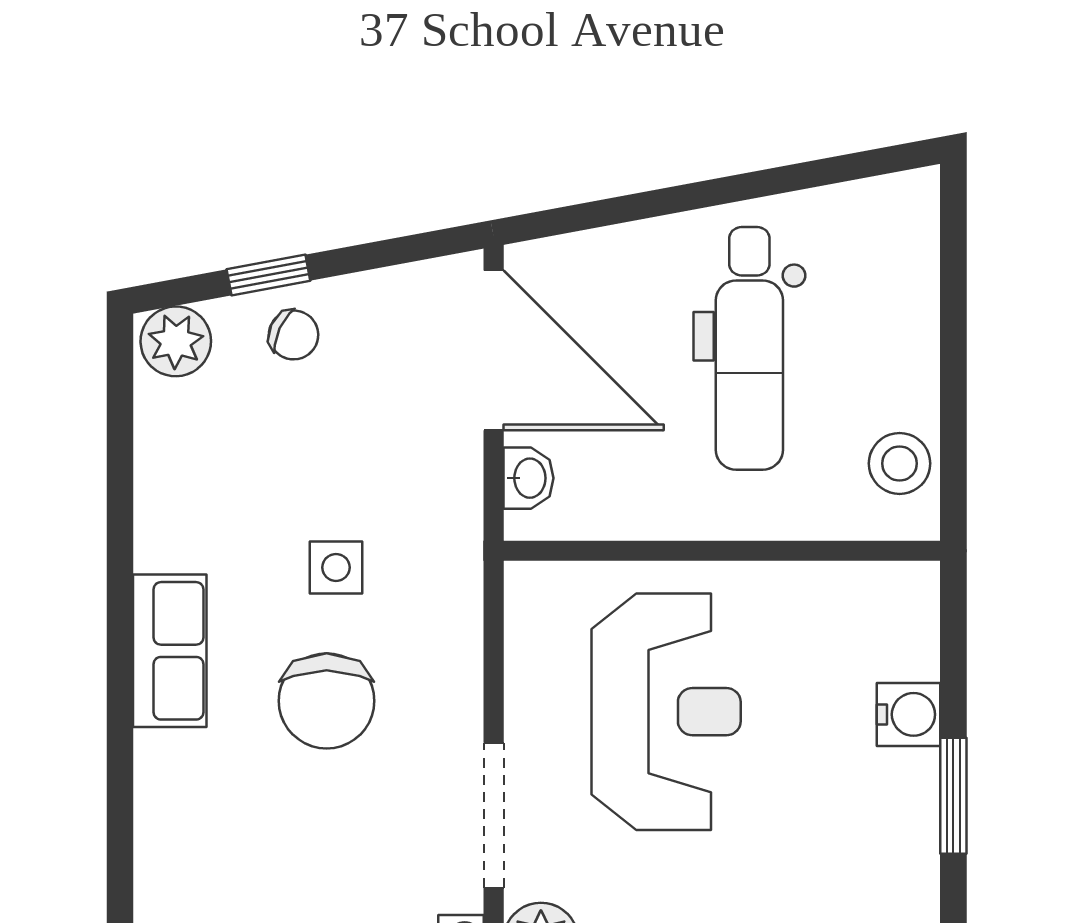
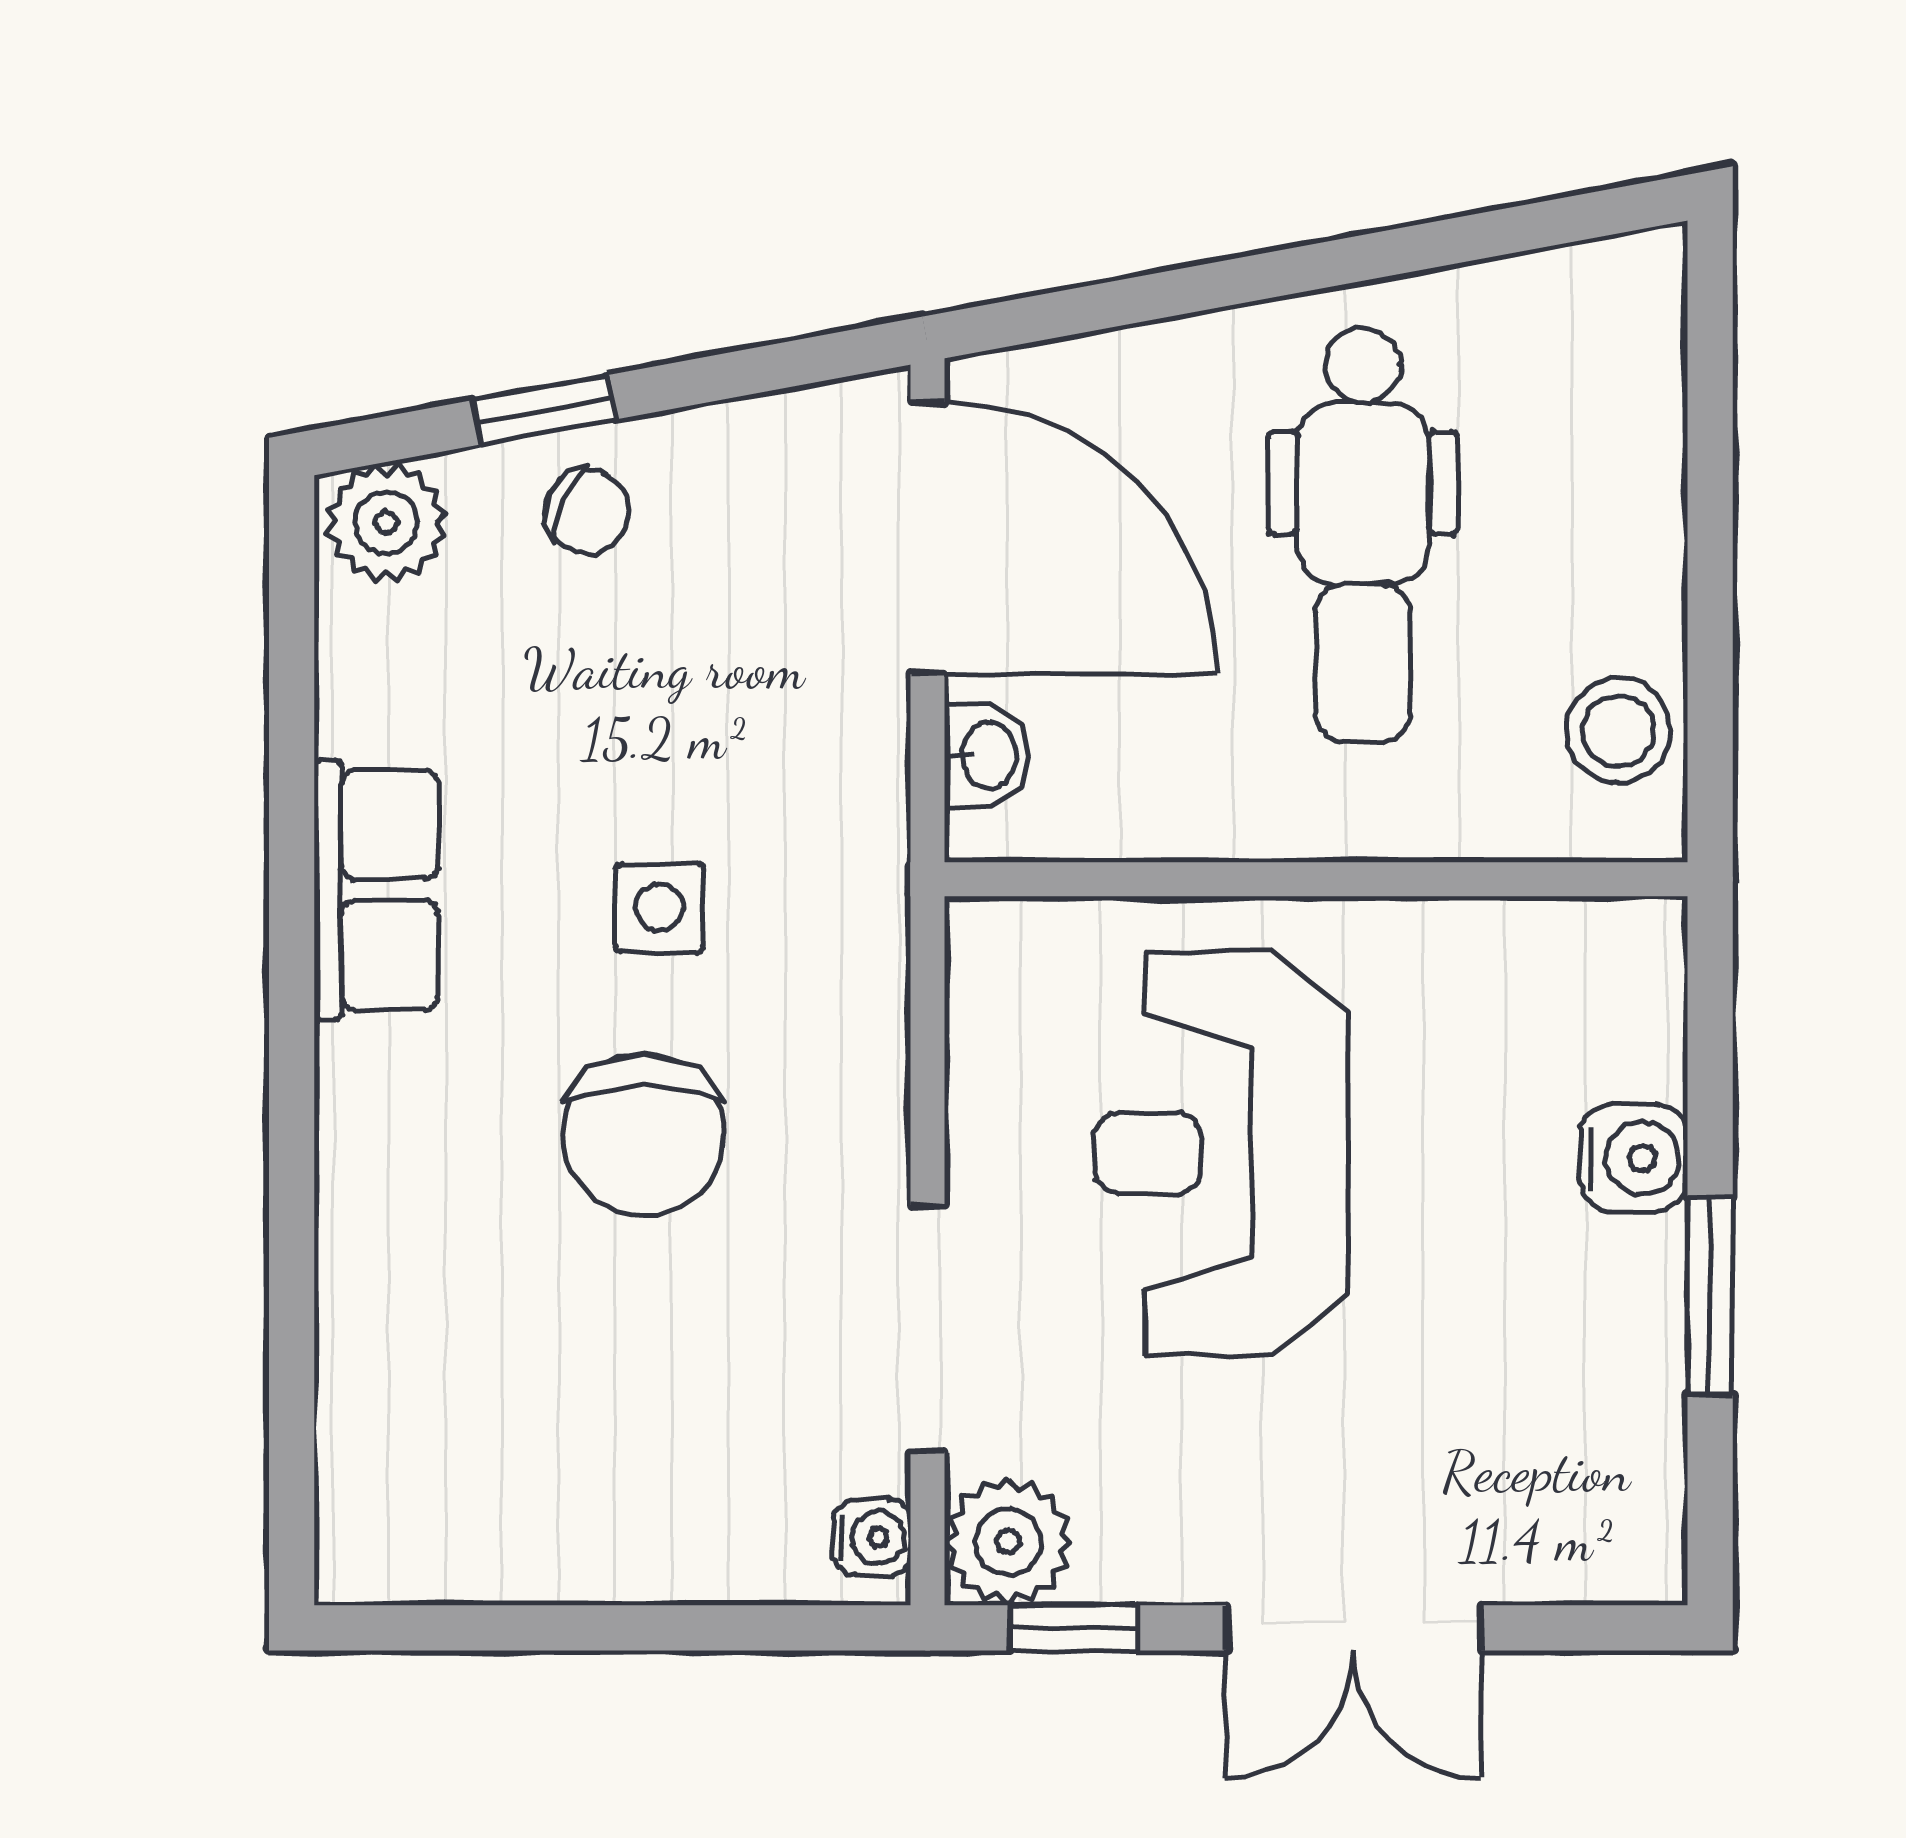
row of seats: (170, 651) -> (376, 890), moved
reception desk: (666, 712) -> (1221, 1153), turned 180

